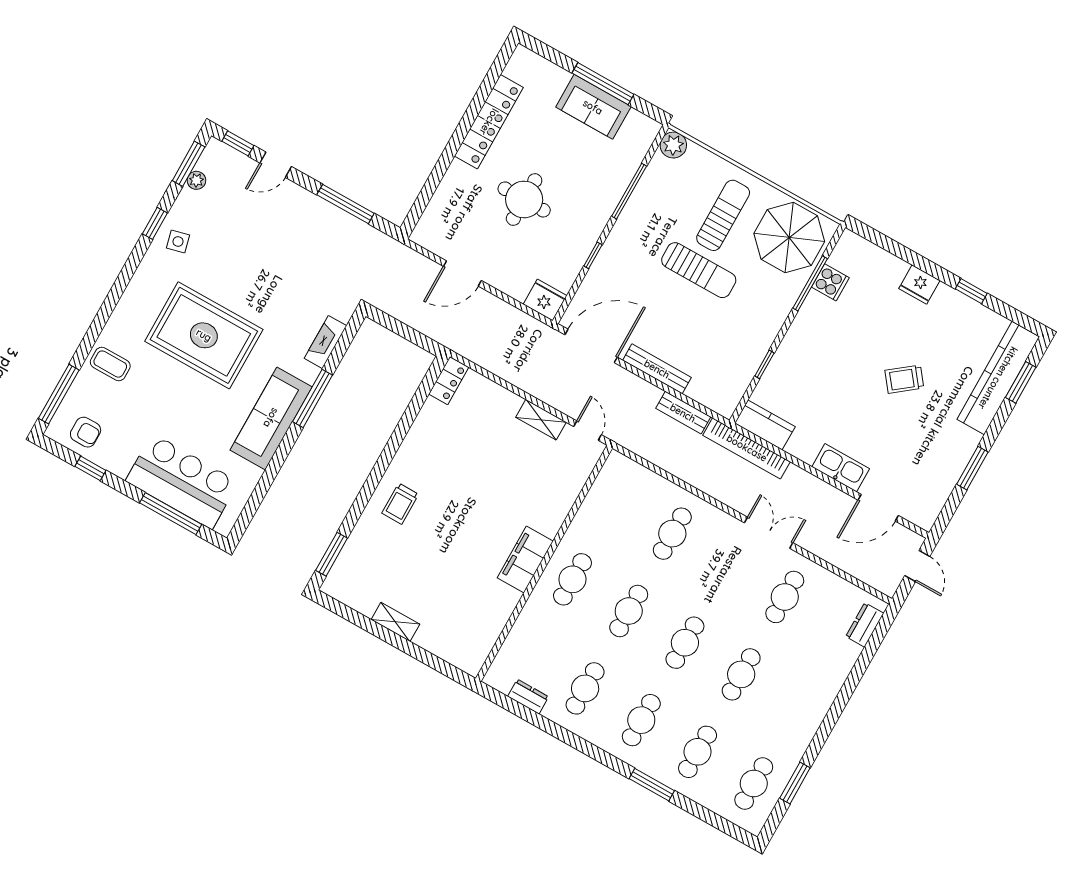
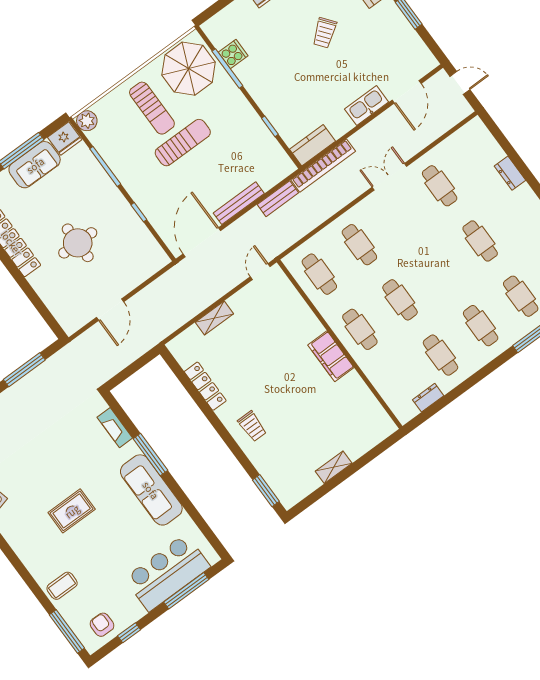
sun lounger: (723, 215) -> (152, 108), turned 180
fridge: (545, 300) -> (65, 138), moved, turned 180
rug: (204, 335) -> (72, 511), width x0.54, depth x0.49
locker: (449, 381) -> (205, 386), moved, width x1.53
shelving: (541, 420) -> (214, 318), moved
door: (588, 431) -> (260, 272), hinge flipped
armchair: (86, 432) -> (102, 625), turned -90
dresser: (865, 625) -> (510, 173), moved
cafe table: (685, 643) -> (319, 274), moved

